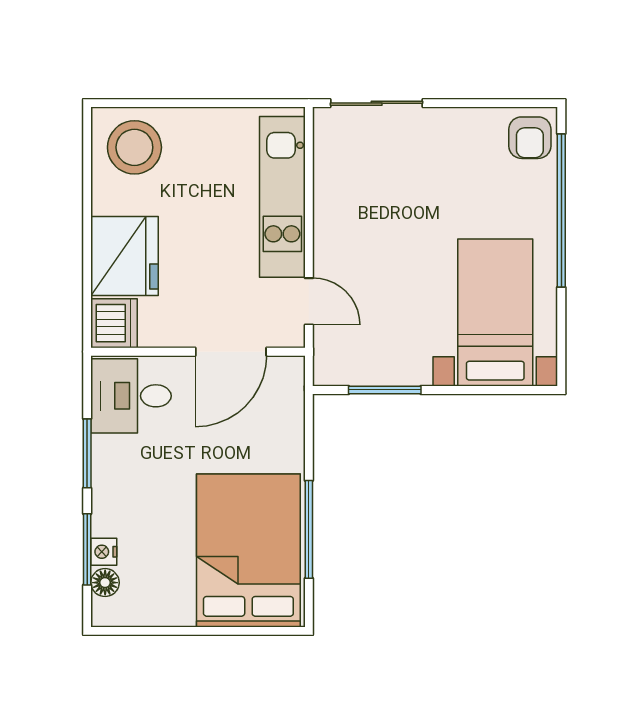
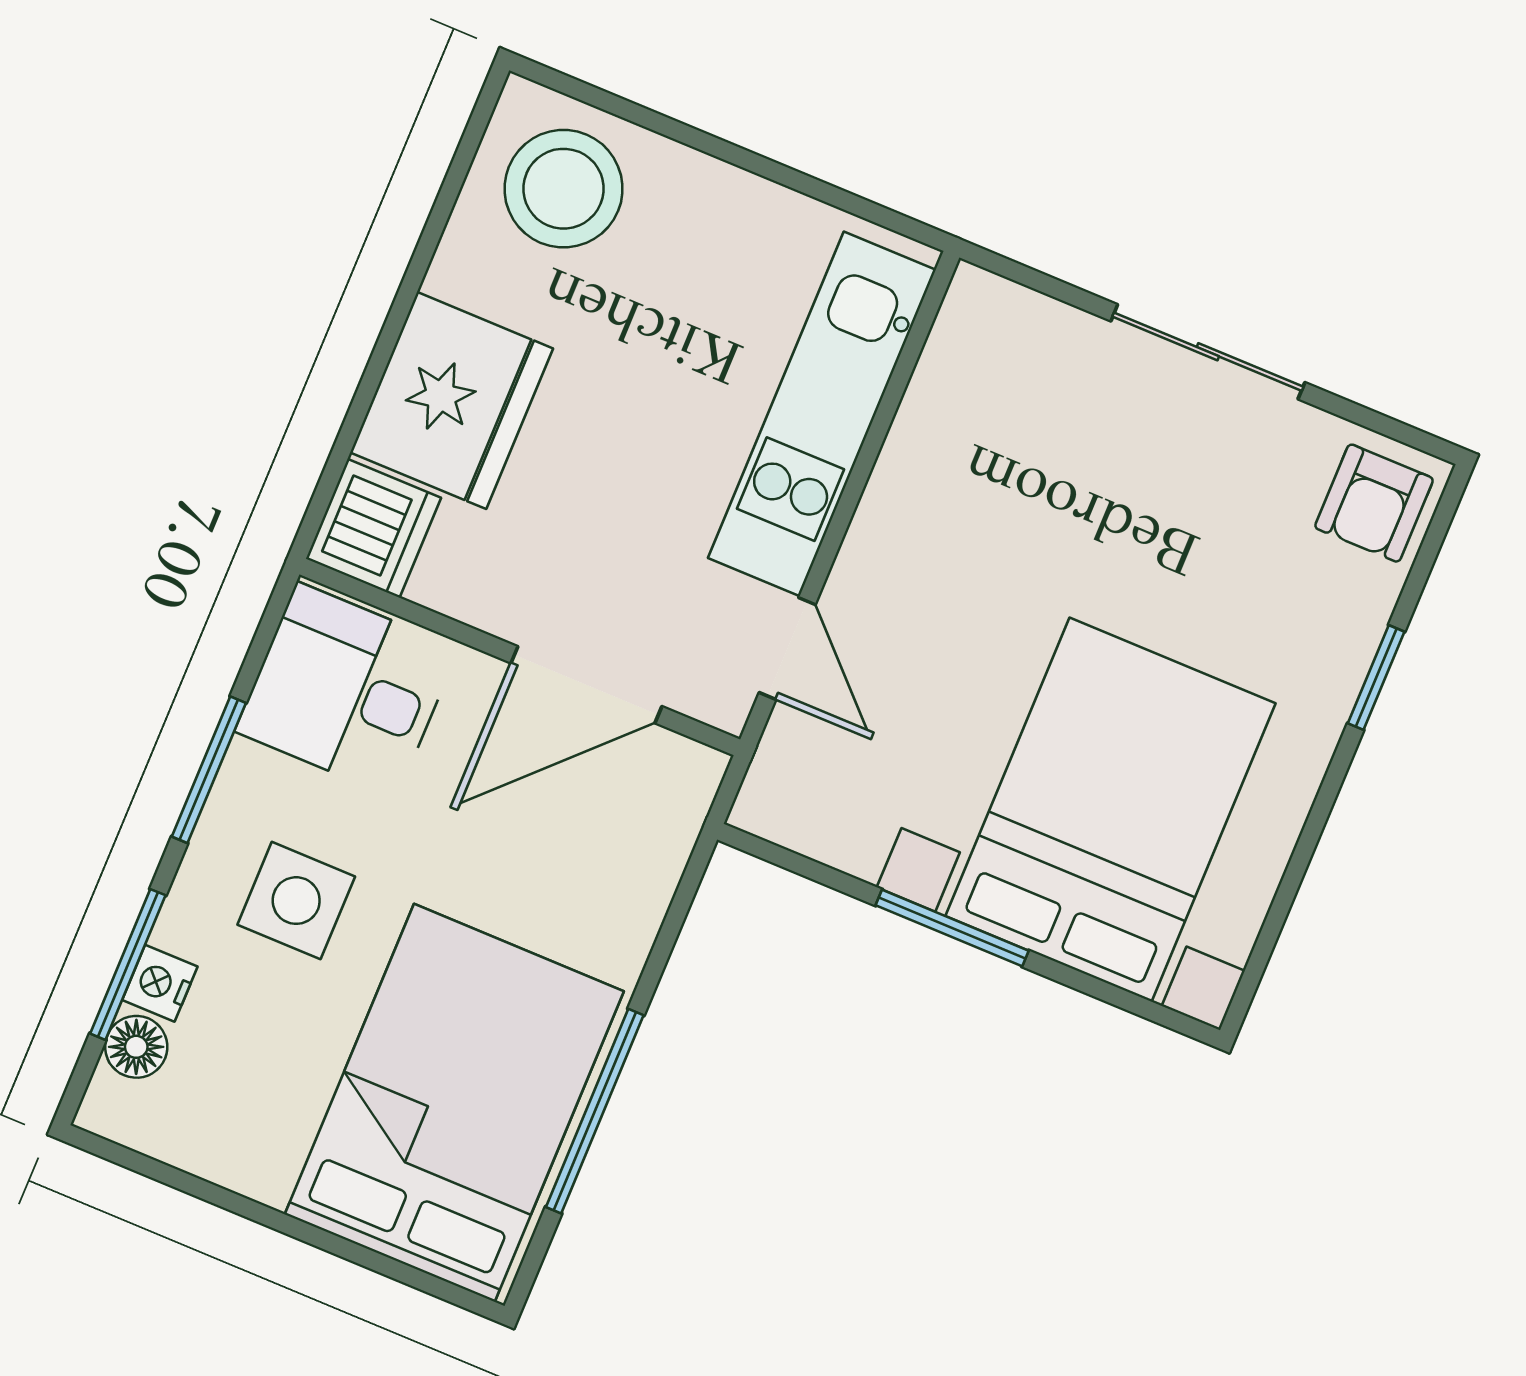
sliding door: (377, 103) -> (1208, 352), moved
window: (561, 211) -> (1376, 677), width x0.32
bed with nightstands: (495, 313) -> (1111, 810), width x1.36
window: (385, 390) -> (952, 928), moved
side table: (147, 493) -> (296, 901), added

